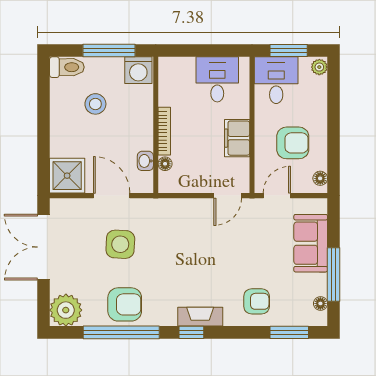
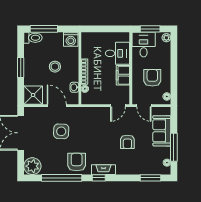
window: (109, 51) -> (44, 29), moved
desk: (217, 79) -> (117, 53), moved, turned 90
stool: (95, 104) -> (55, 67), moved
window: (43, 124) -> (21, 68), added
armchair: (293, 143) -> (152, 78), turned -90
door: (277, 196) -> (144, 106), swing flipped
armchair: (257, 301) -> (127, 142), moved, turned 90
armchair: (125, 304) -> (77, 162), moved, turned -90

